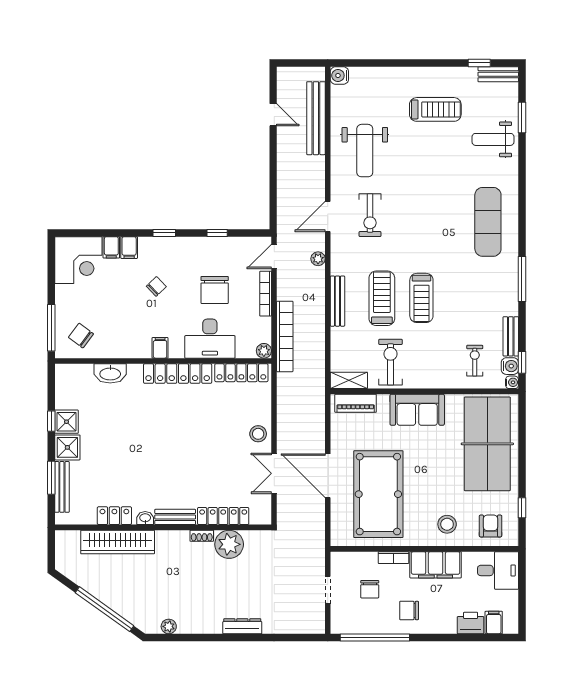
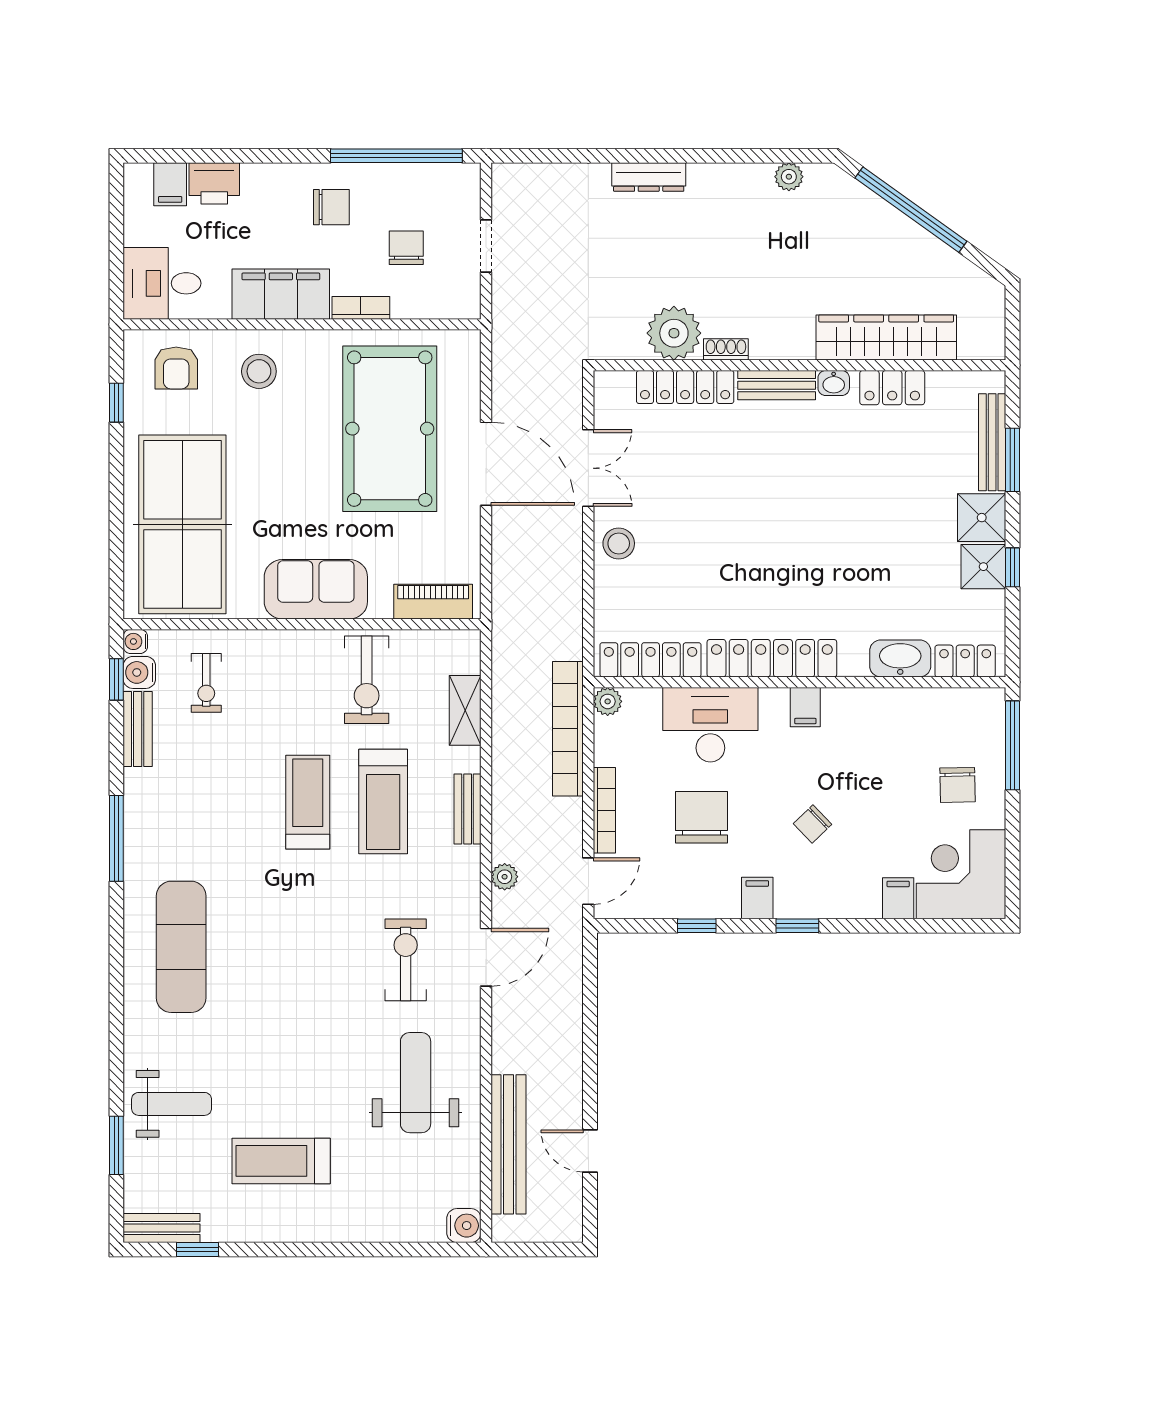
filing cabinet: (129, 248) -> (757, 898), moved
bench: (337, 301) -> (468, 809), width x0.73
chair: (81, 336) -> (957, 785), moved, turned 52
locker: (76, 372) -> (965, 661), added
shelving: (349, 380) -> (465, 710), moved, turned 90

